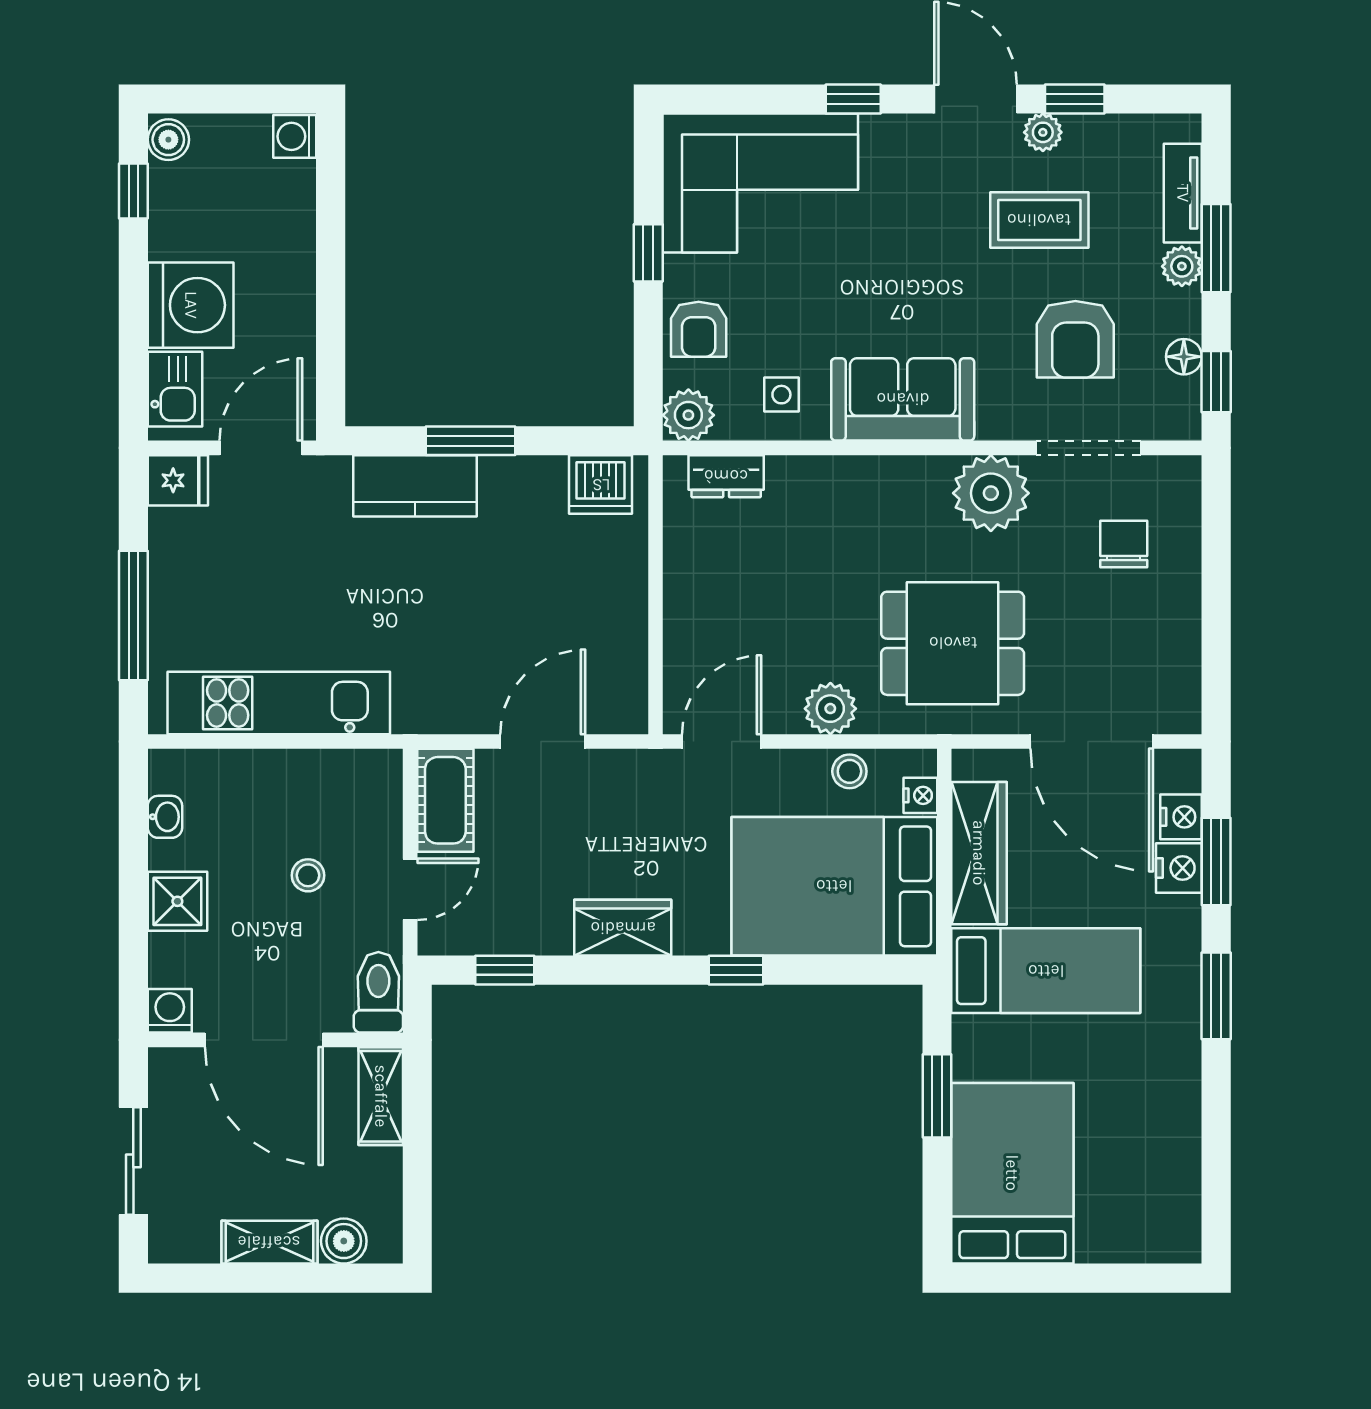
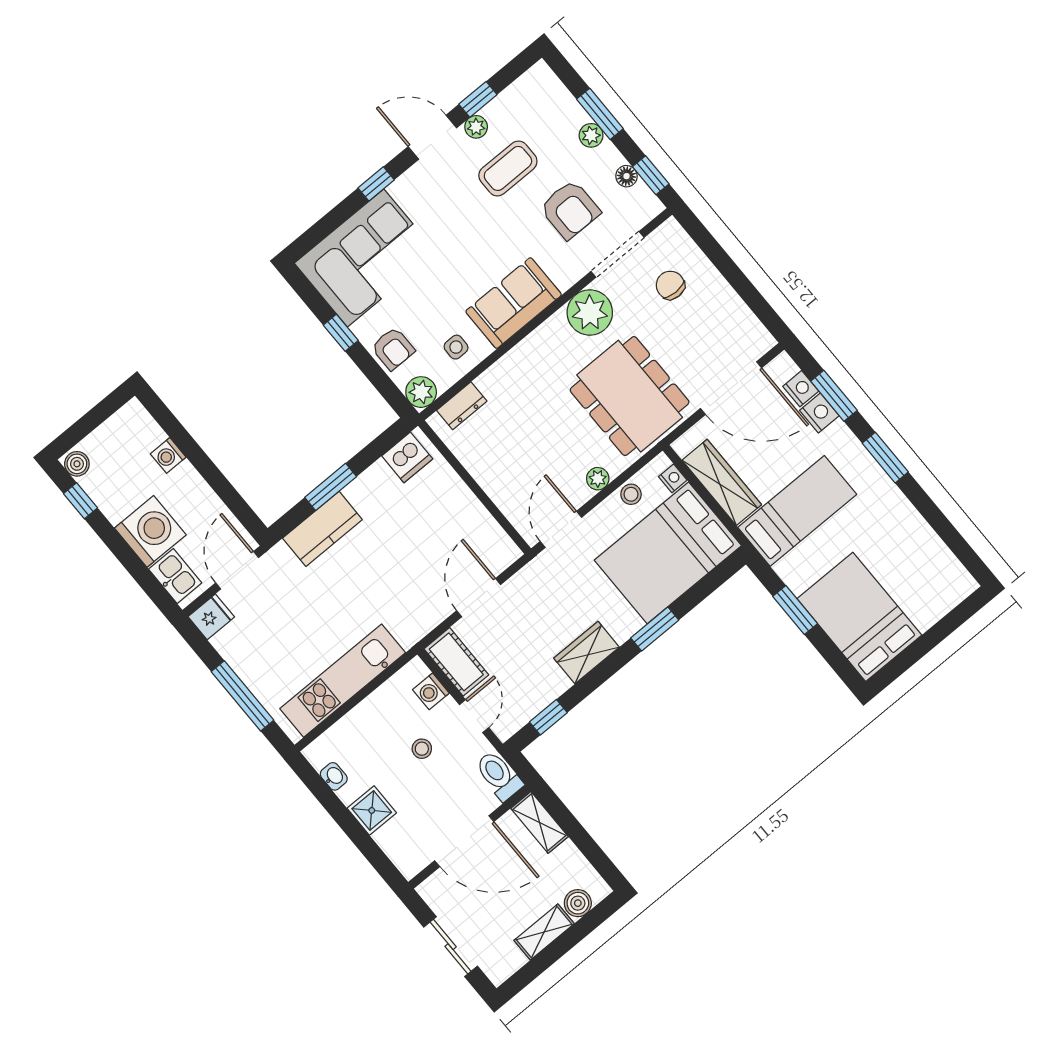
washing machine: (295, 136) -> (168, 455), moved
tv unit: (1183, 193) -> (564, 101), removed
dining table: (953, 643) -> (630, 396), width x1.38
plant: (830, 709) -> (598, 479), width x0.73, depth x0.73
window: (736, 970) -> (655, 629), width x1.50
washing machine: (170, 1011) -> (431, 691), moved, turned -90

